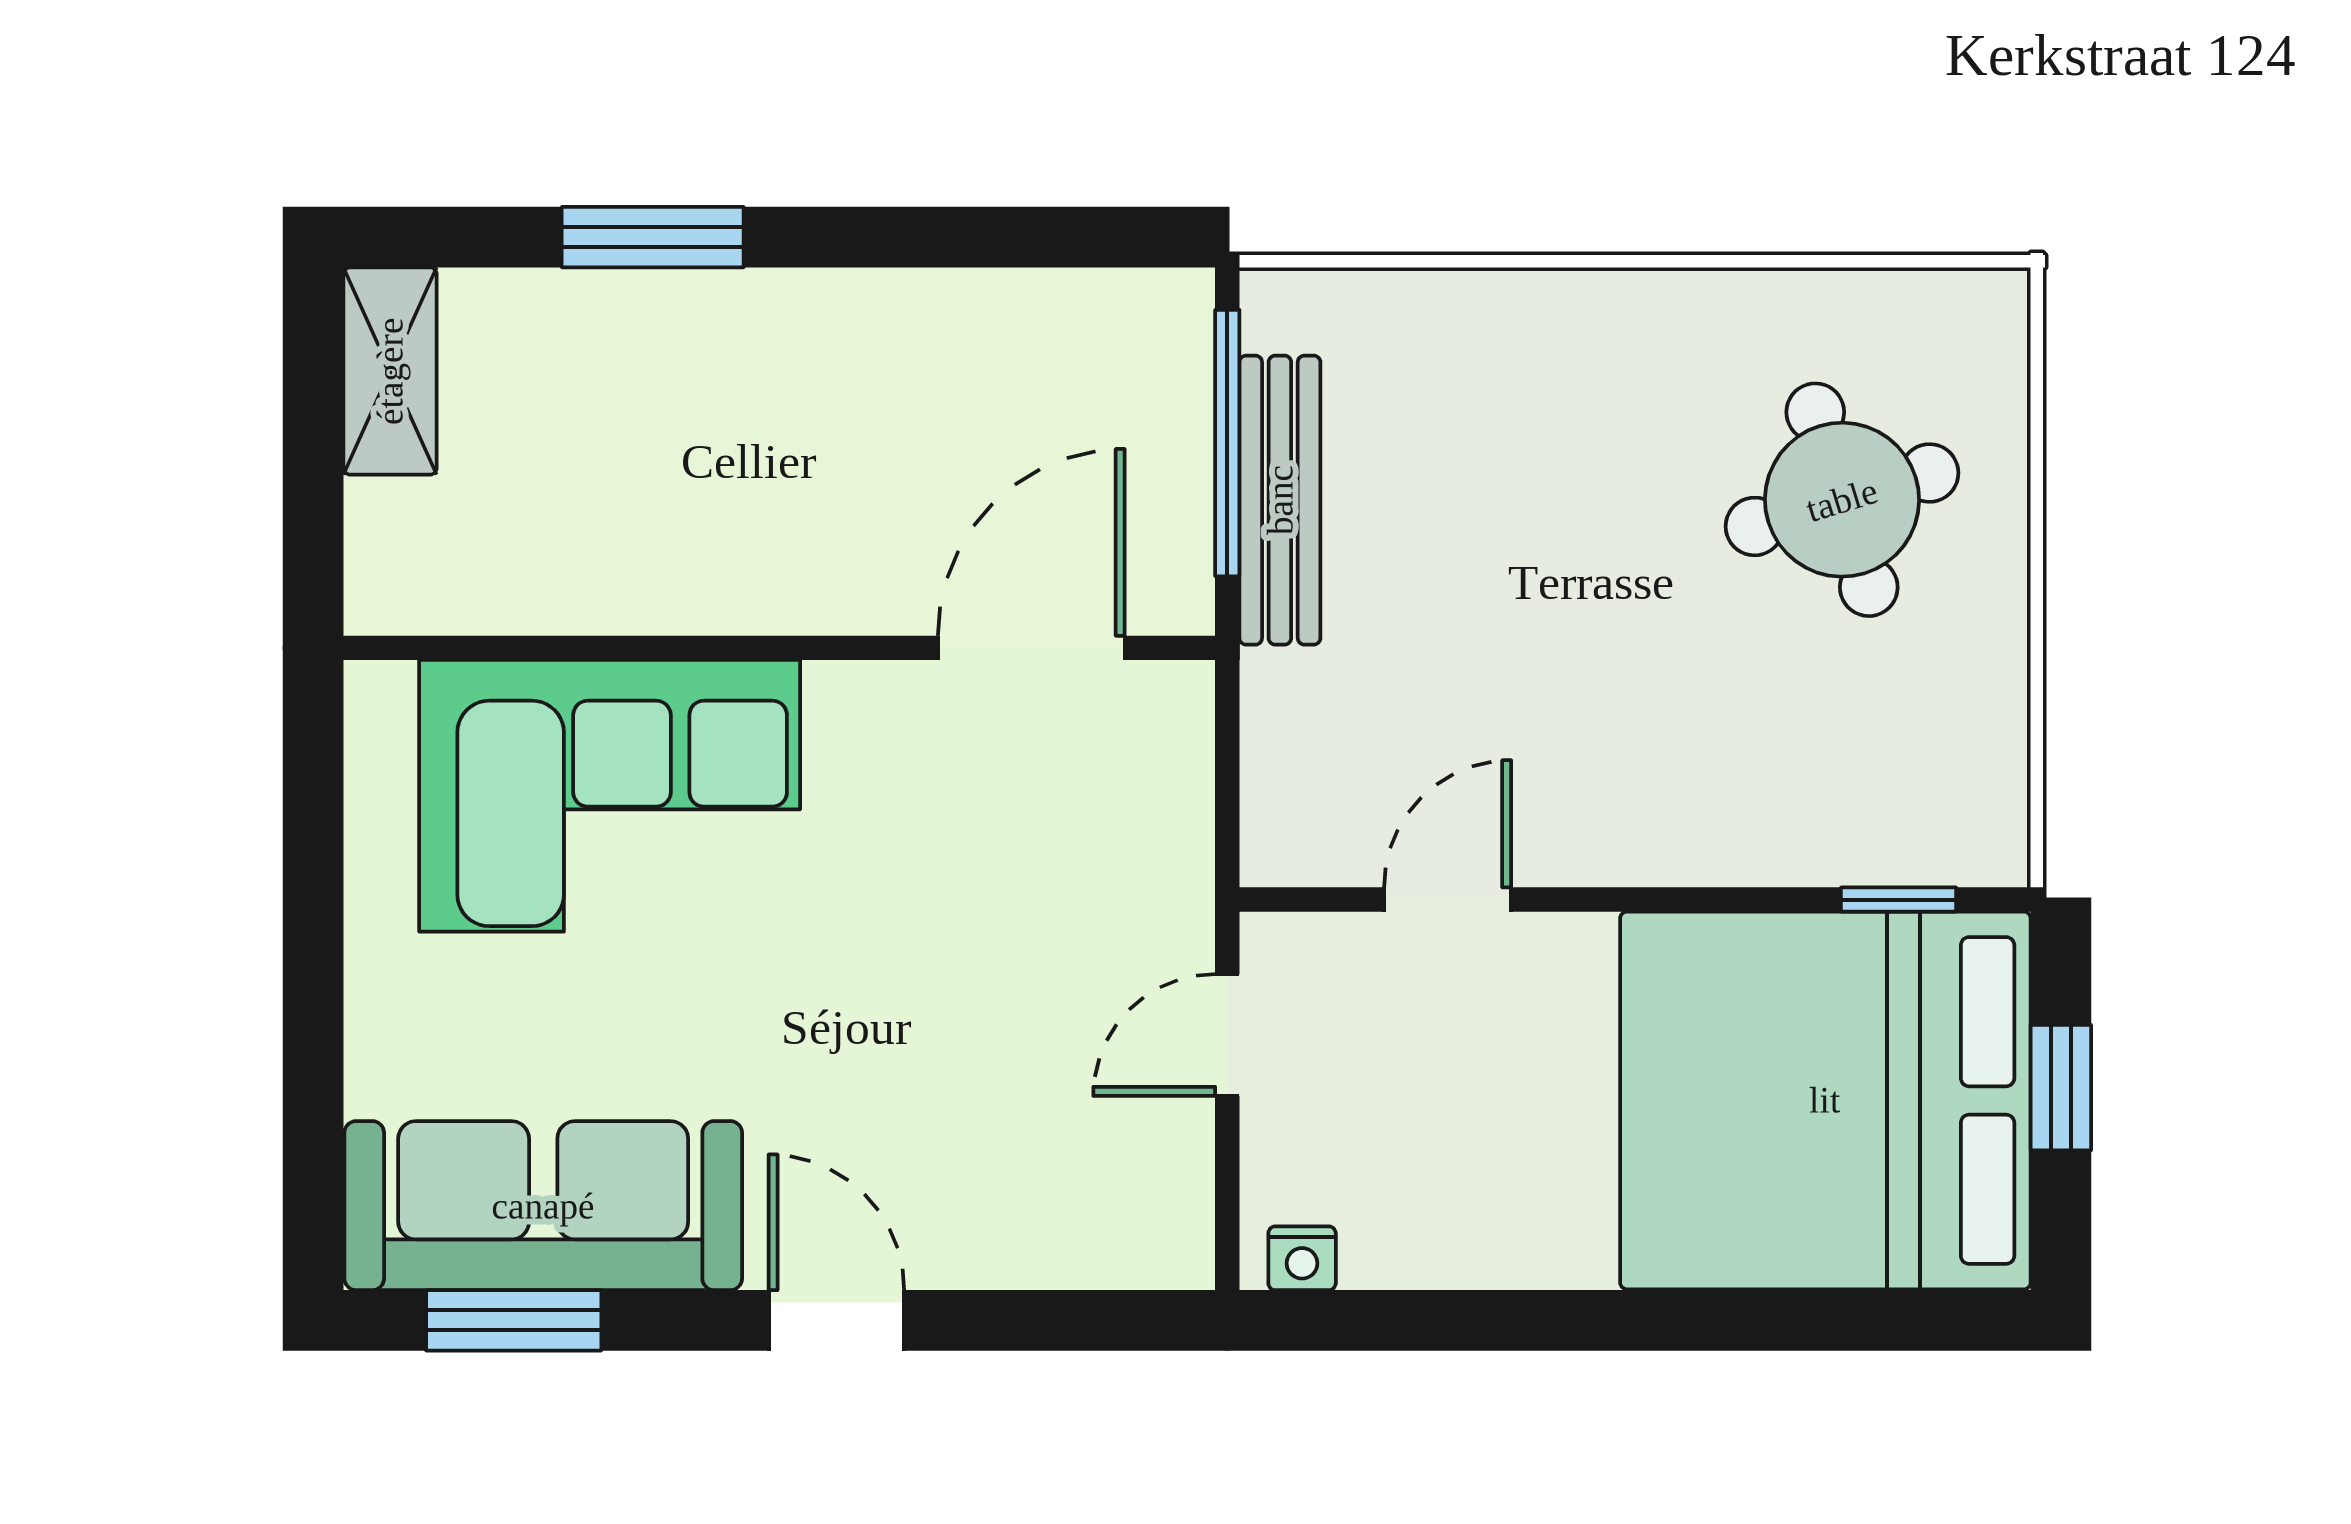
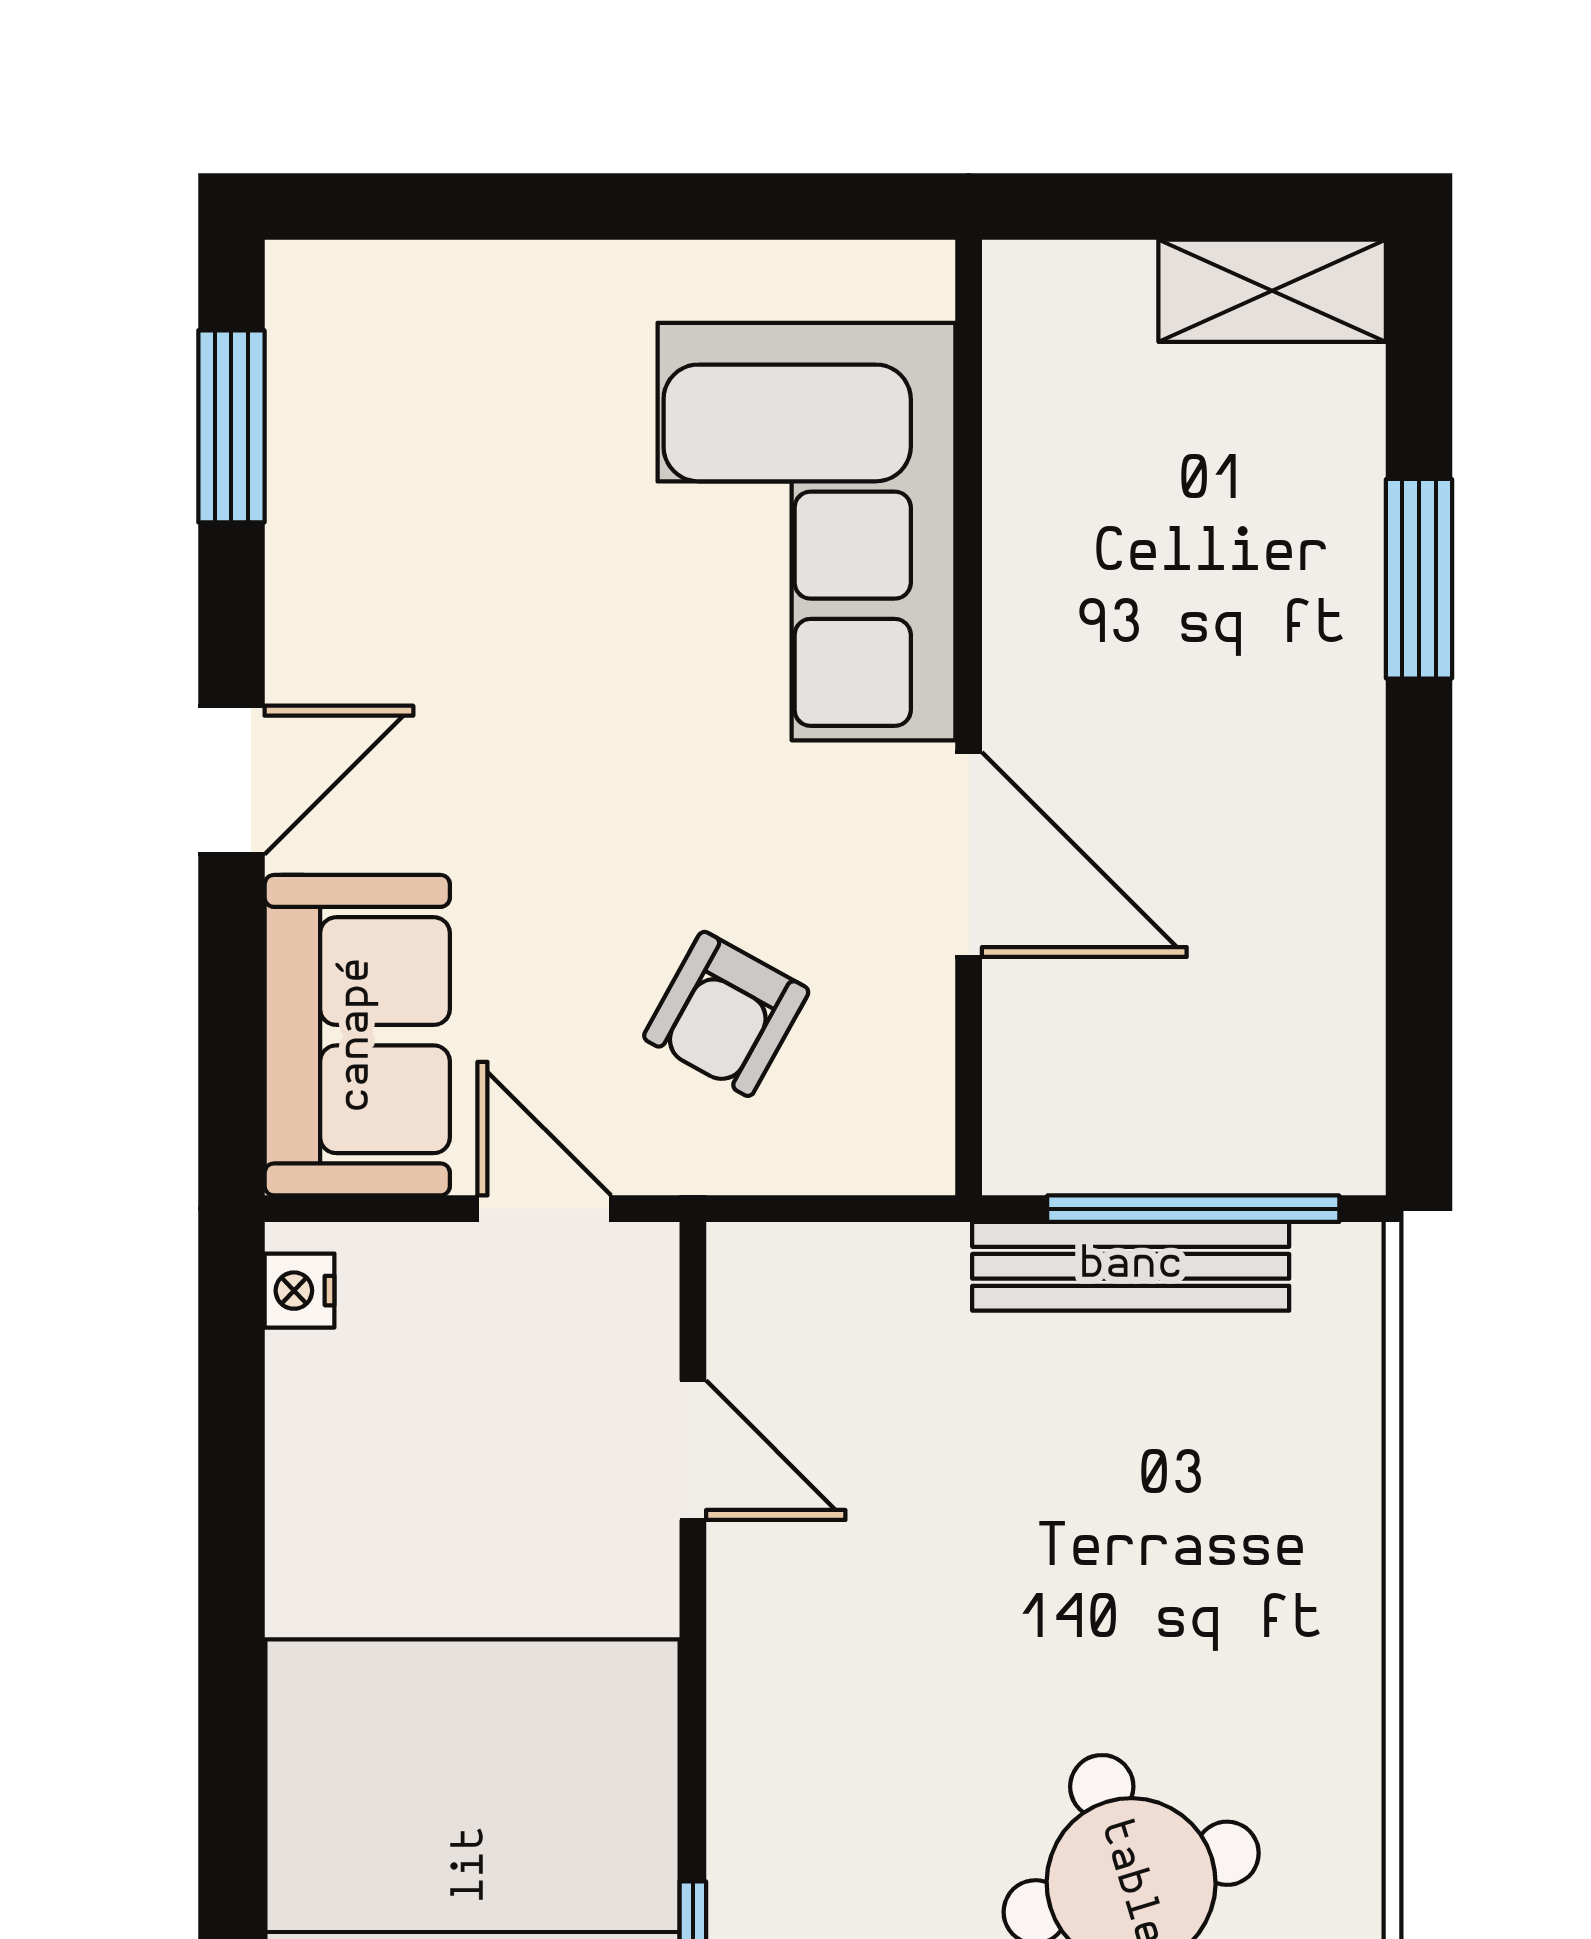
door: (1031, 648) -> (969, 855), moved
armchair: (1050, 869) -> (726, 1014), added
sofa: (543, 1206) -> (357, 1035), moved, width x0.73

